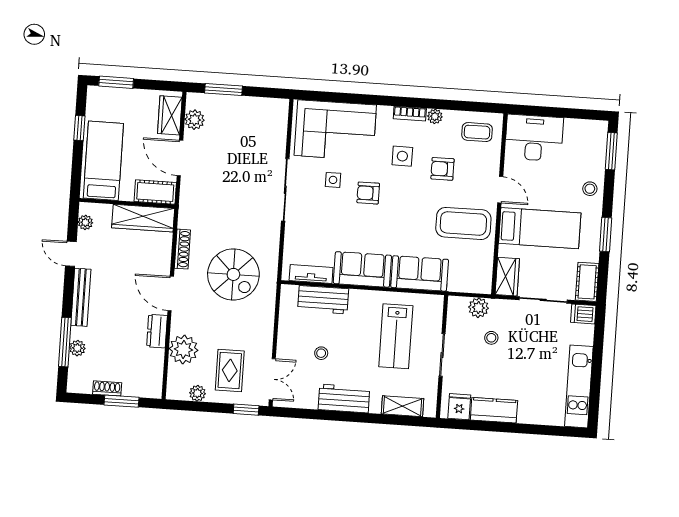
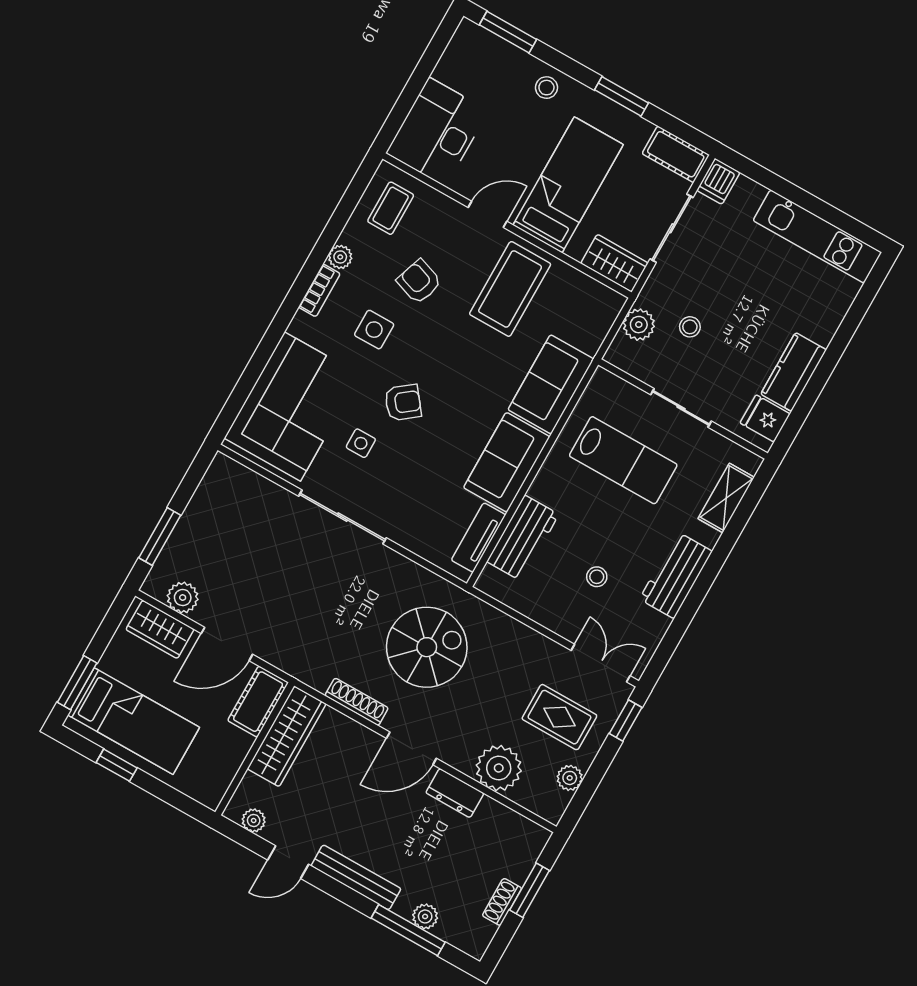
bed: (103, 161) -> (134, 721), moved, turned 180
armchair: (442, 169) -> (419, 282), turned 109
armchair: (368, 193) -> (403, 403), turned -128

